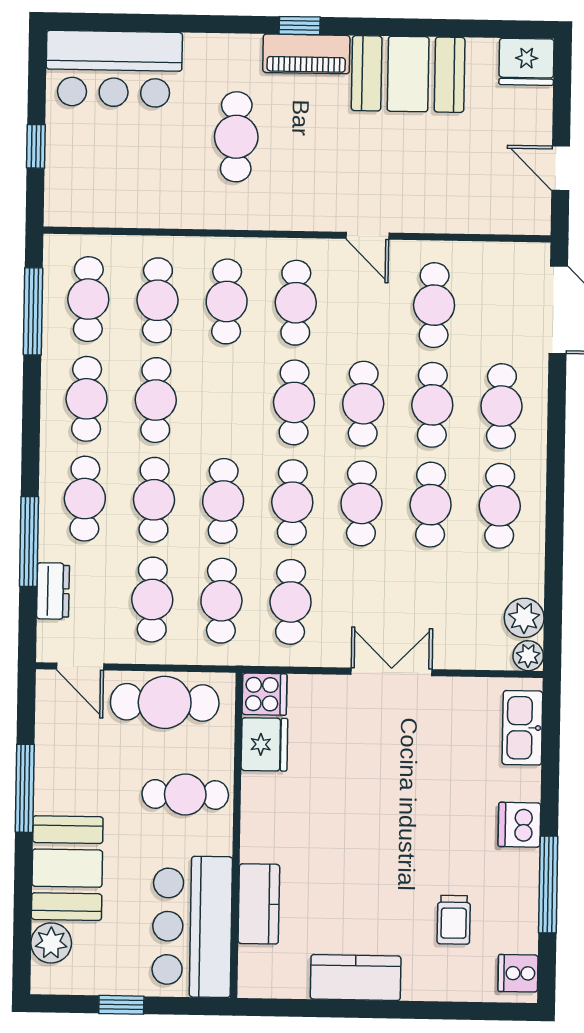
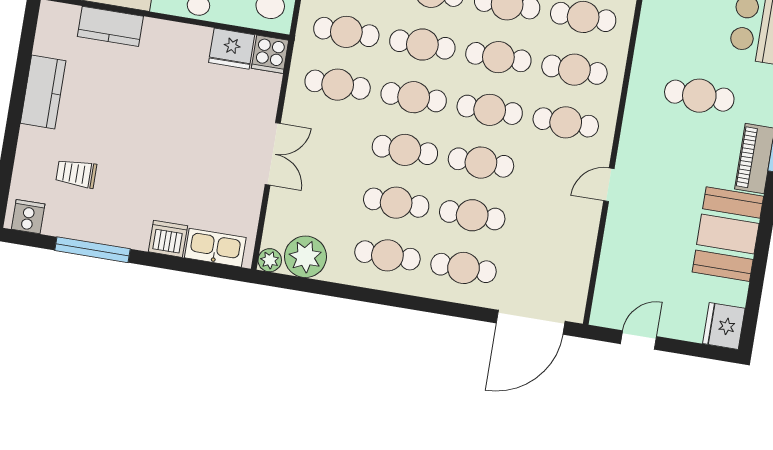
cafe table: (434, 305) -> (498, 57), moved
plant: (524, 618) -> (305, 257), width x1.36, depth x1.36
dishwasher: (519, 825) -> (168, 239), moved

